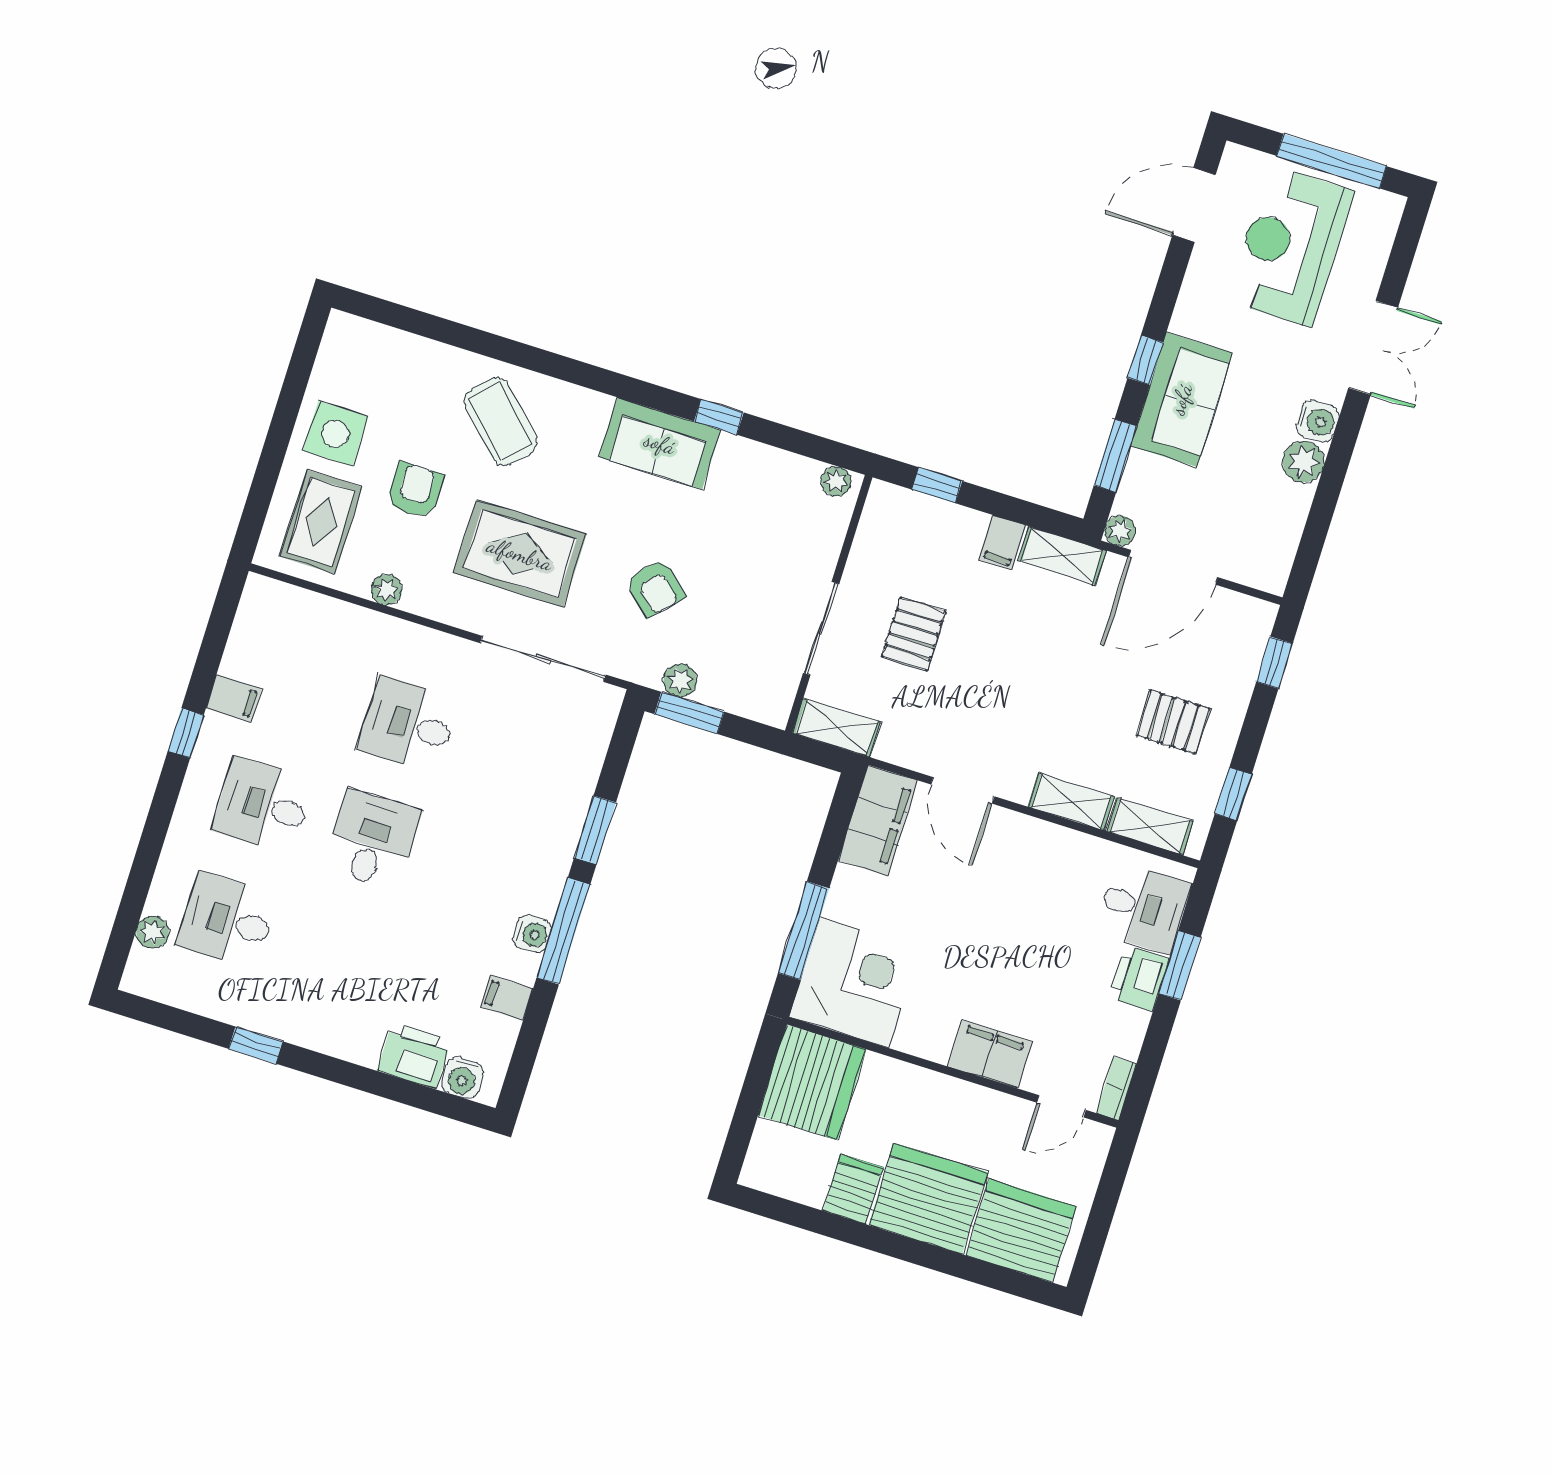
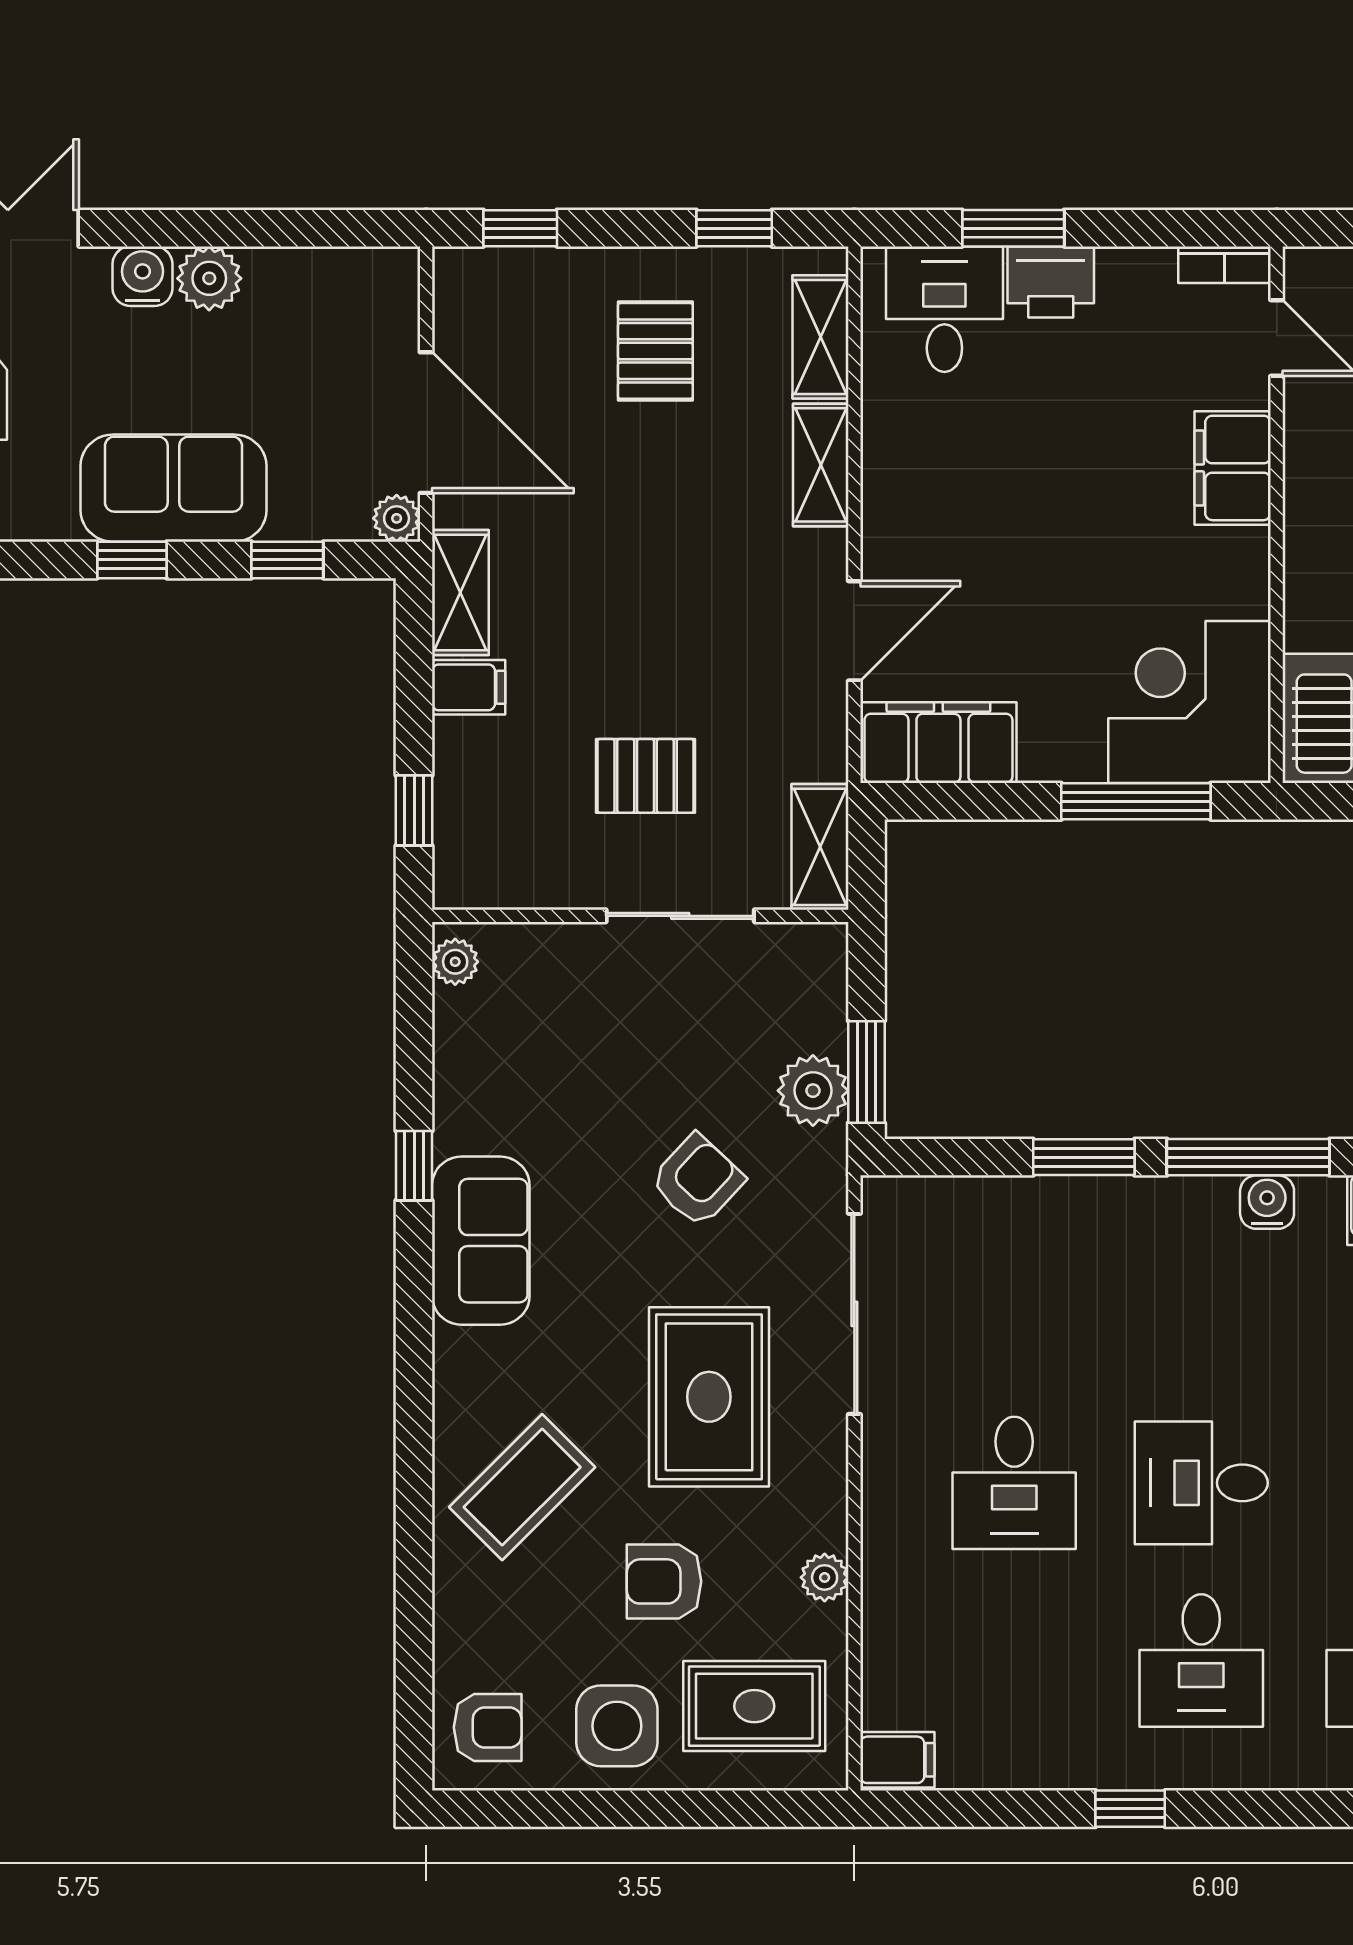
armchair: (359, 354) -> (488, 1727), added
window: (1115, 456) -> (287, 560), width x0.67
plant: (680, 680) -> (813, 1091), width x1.38, depth x1.38
filing cabinet: (234, 698) -> (897, 1760), moved, turned 90

